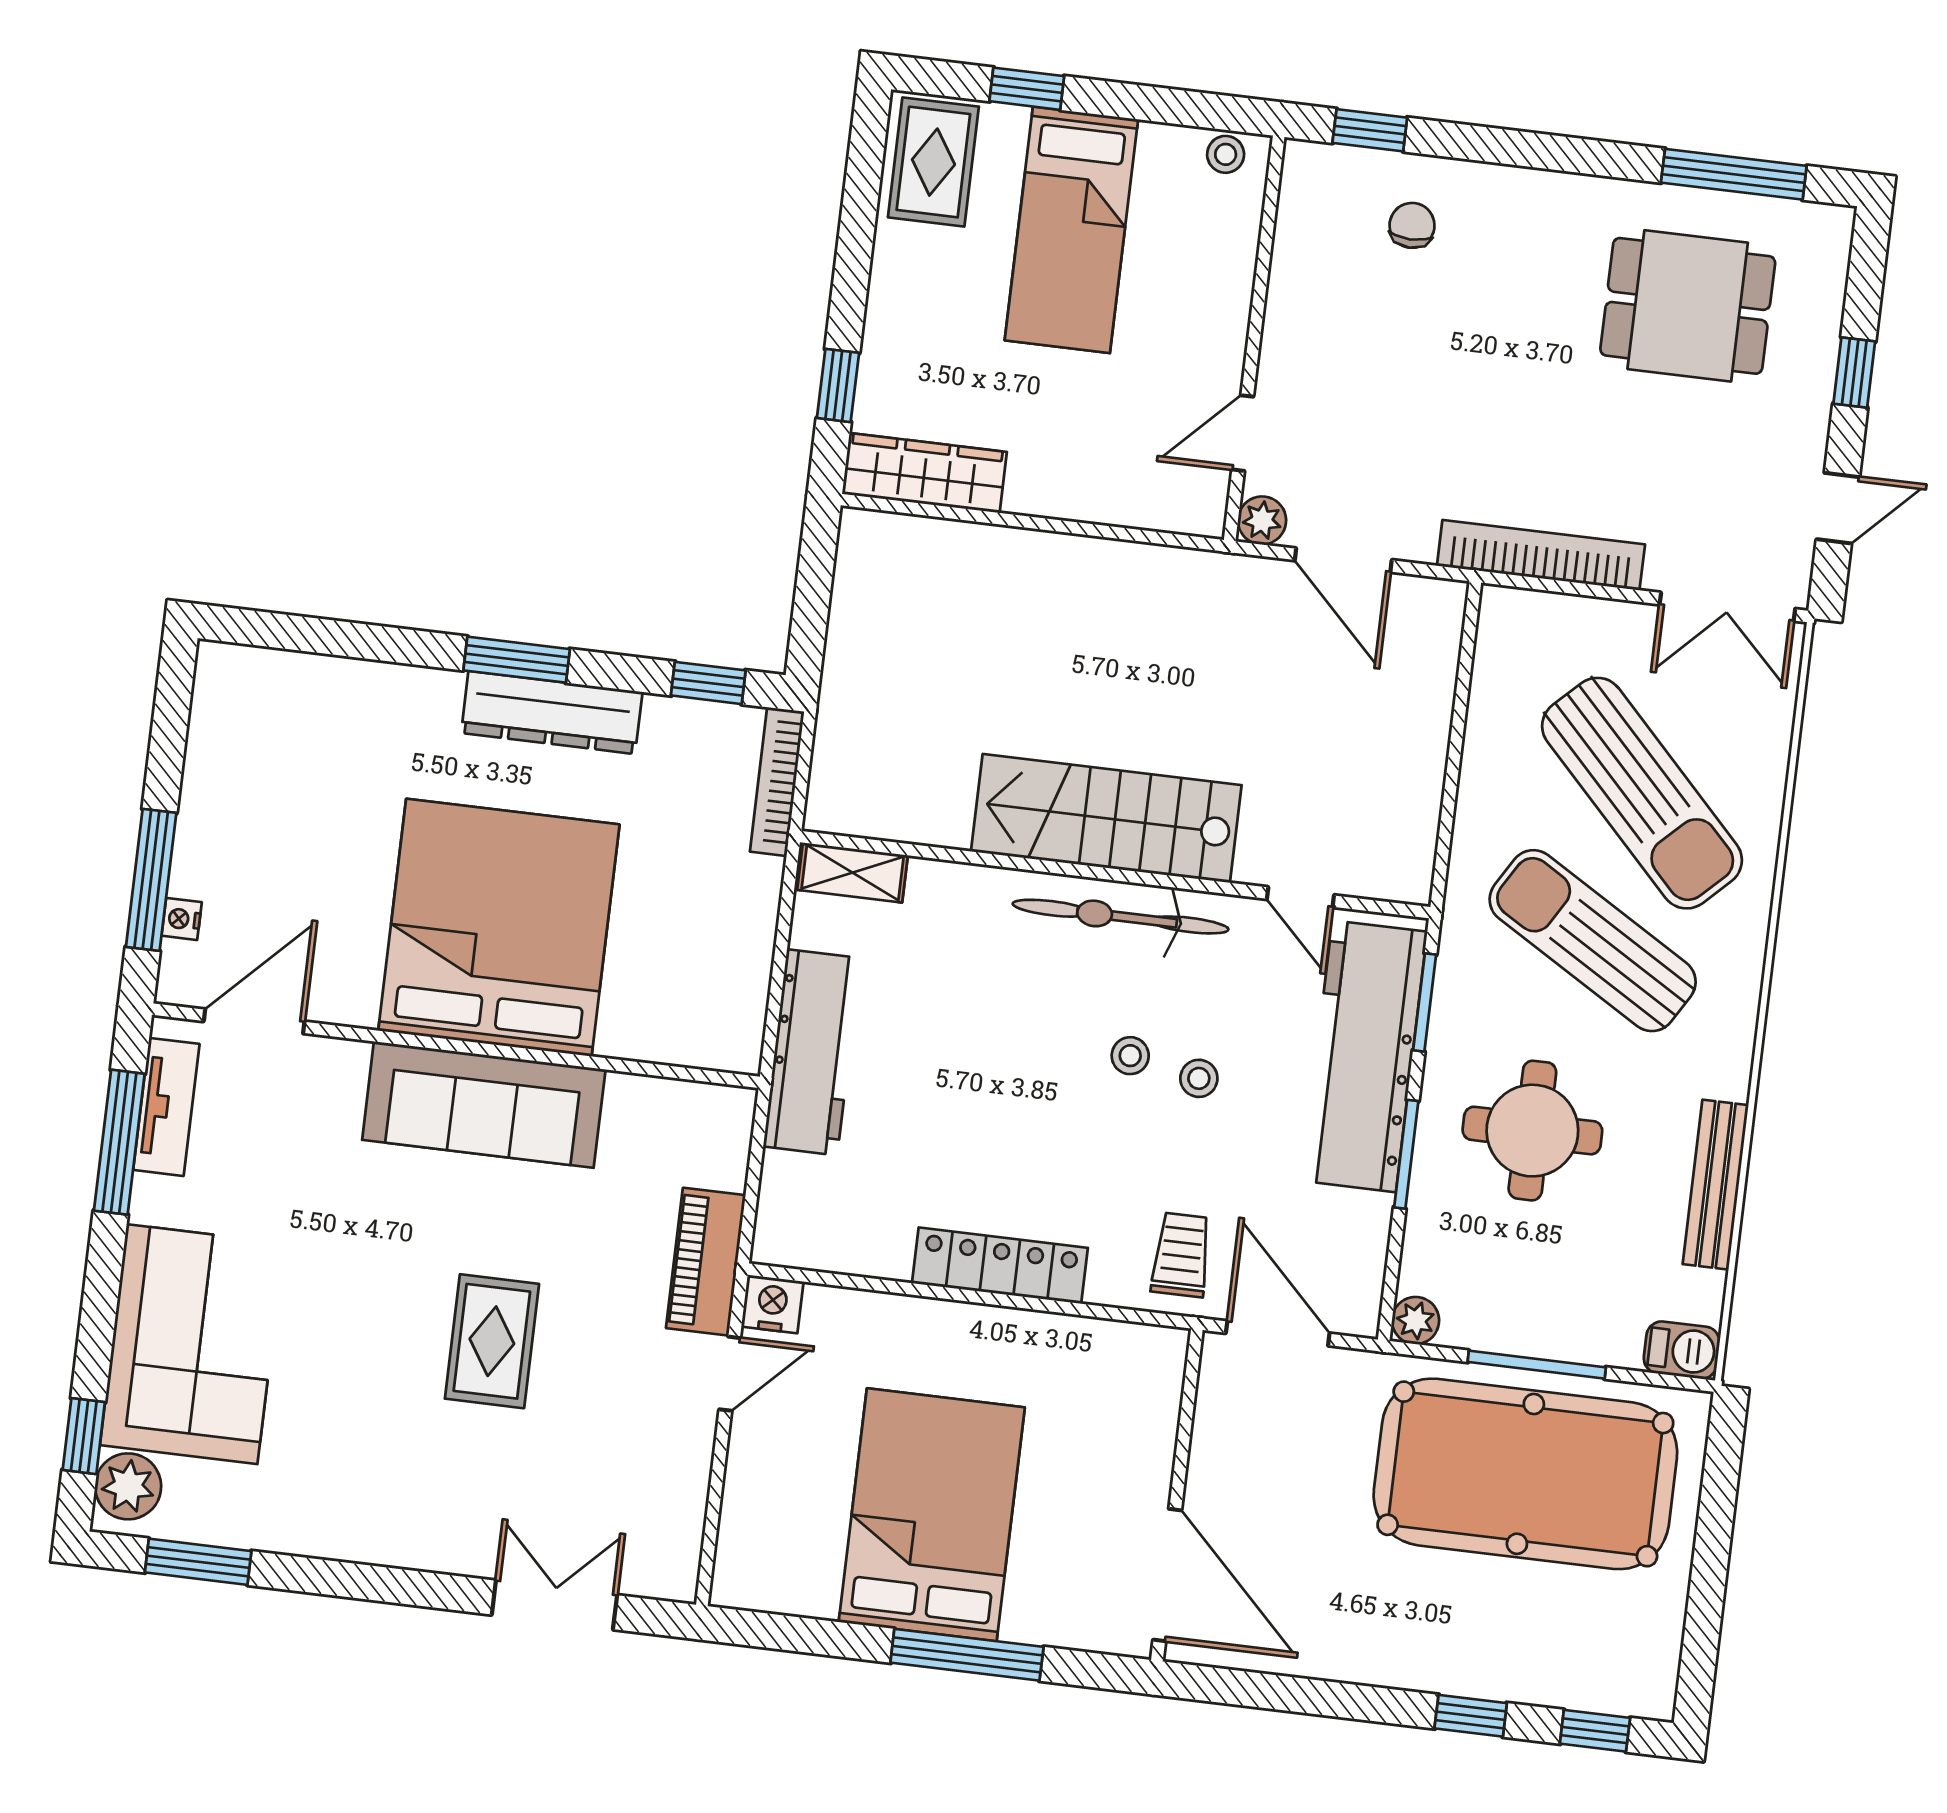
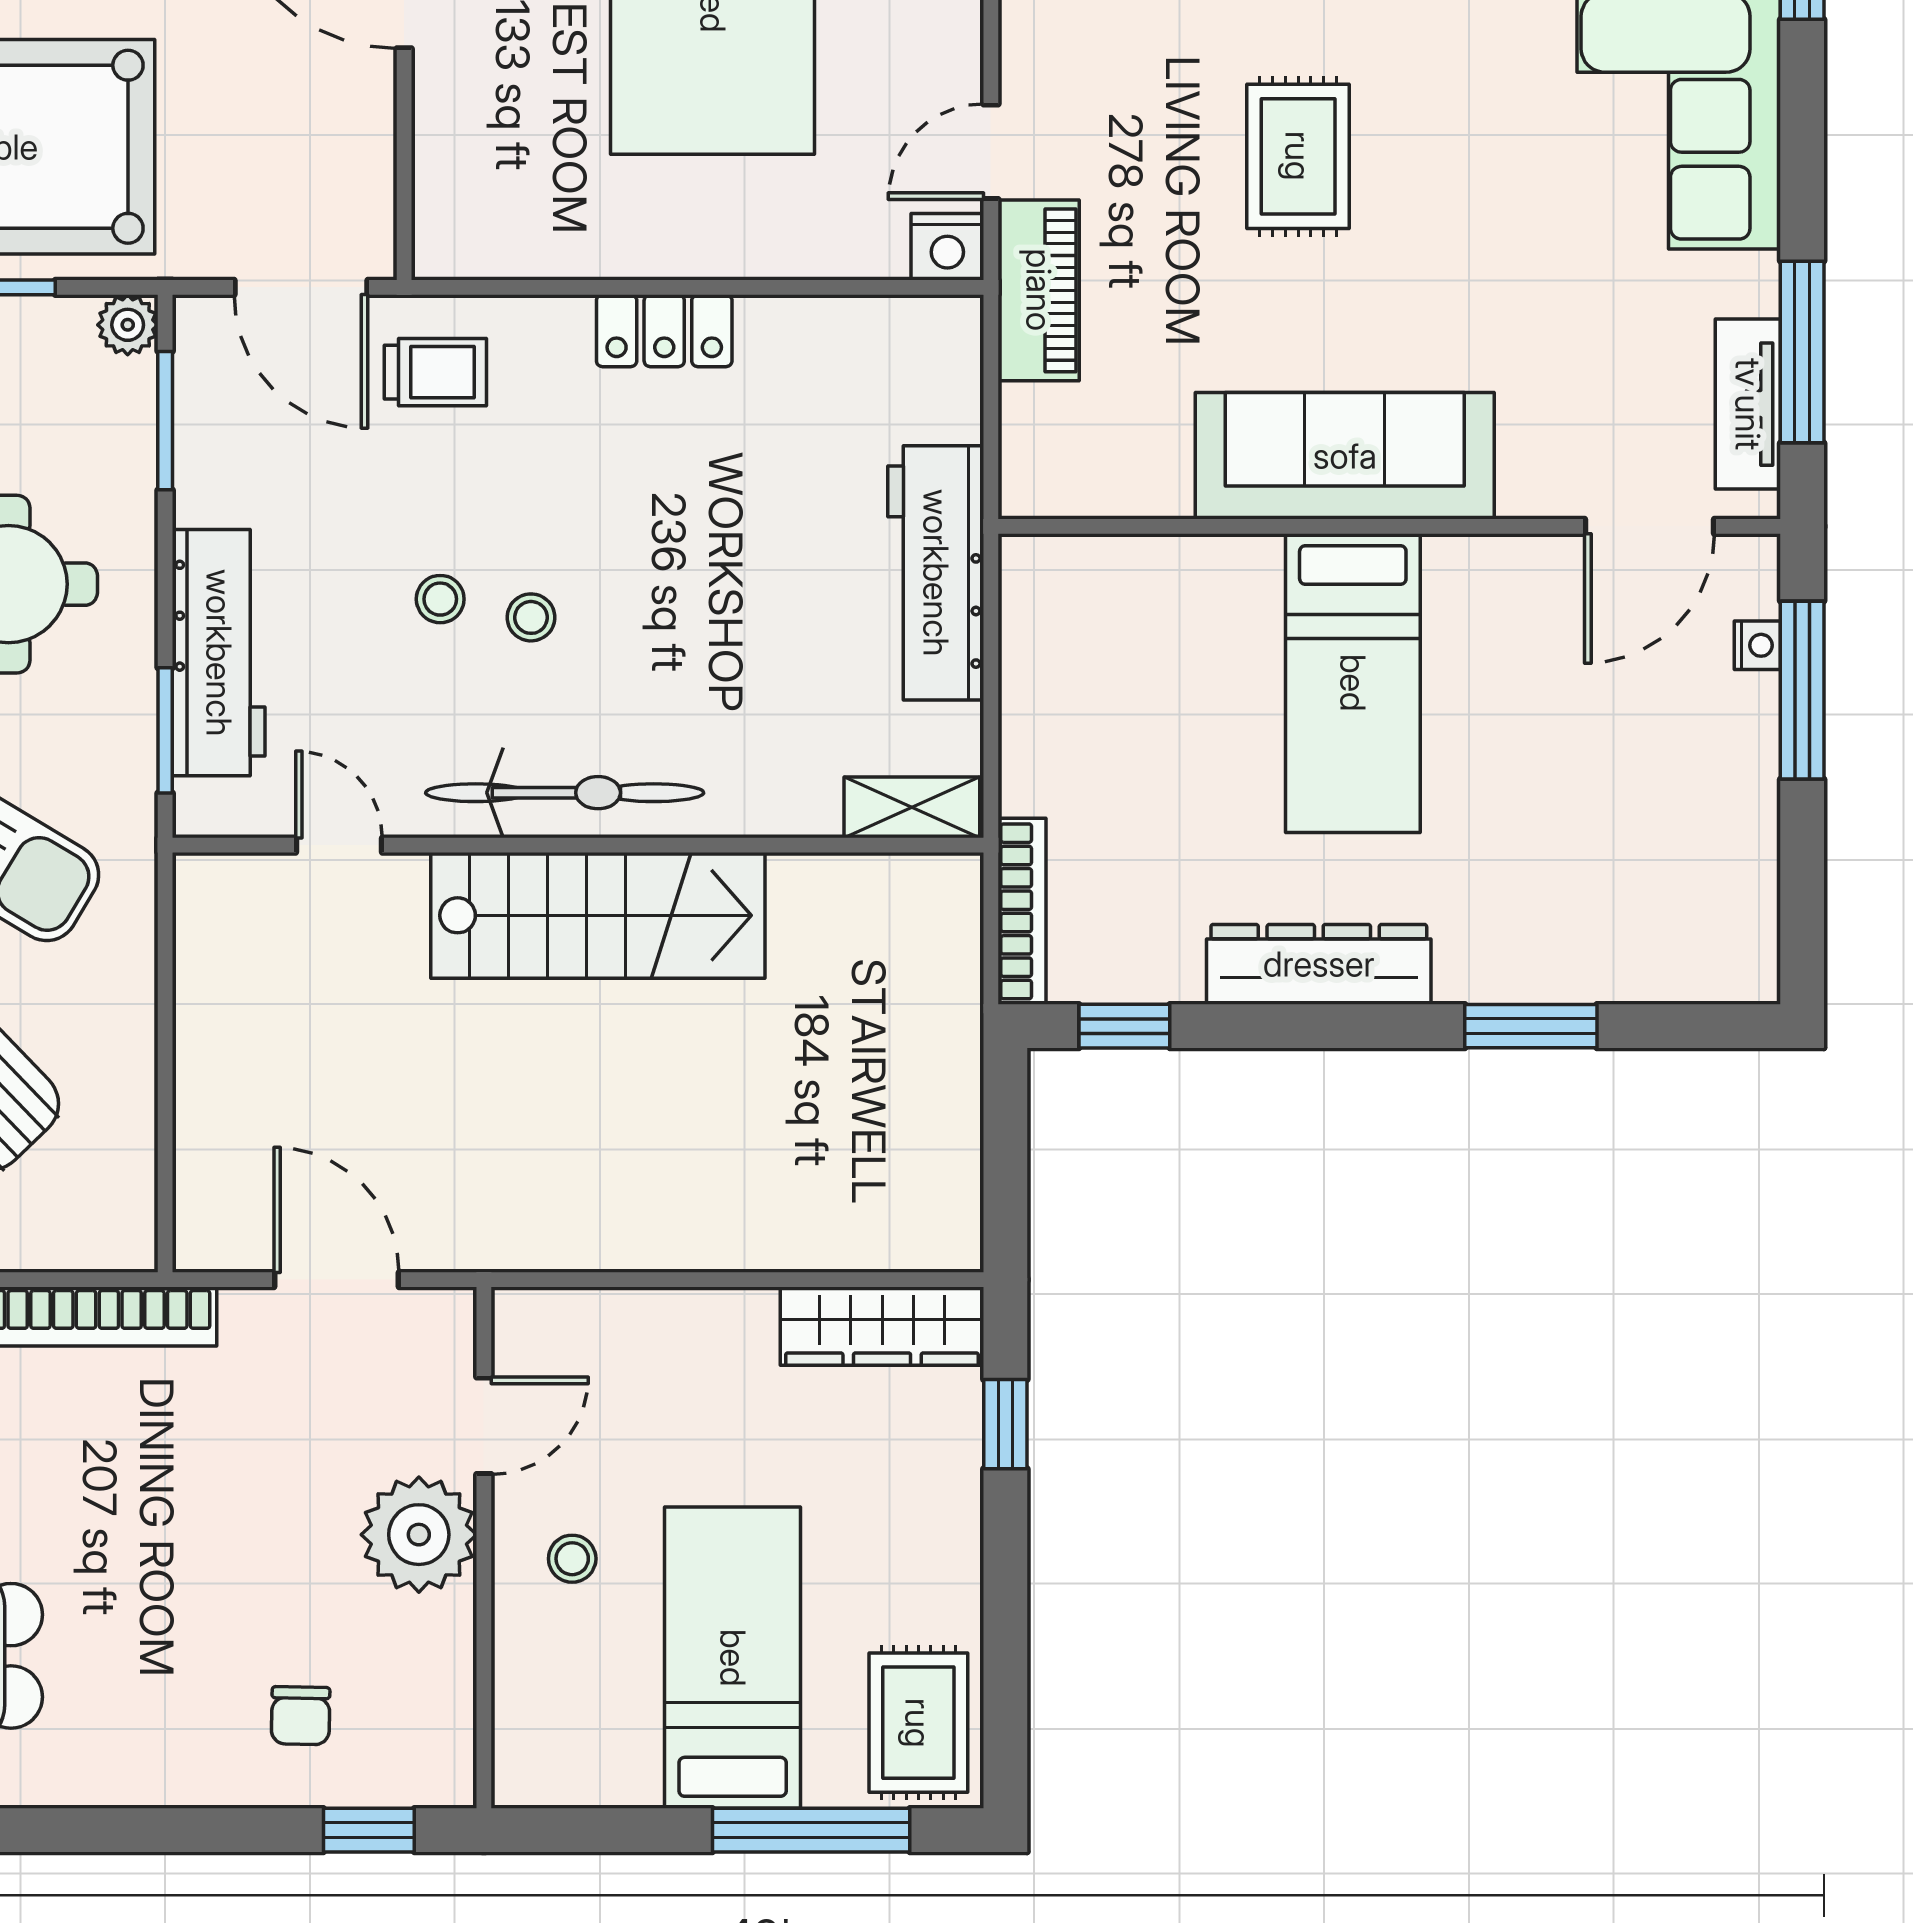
window: (1027, 89) -> (811, 1830), width x2.17
stool: (1226, 154) -> (572, 1559), moved
plant: (1262, 520) -> (419, 1535), moved, width x1.87, depth x1.87
window: (517, 660) -> (1531, 1026), moved
bed: (499, 928) -> (1353, 683), width x0.49
workbench: (1364, 1056) -> (219, 653), width x0.73, depth x0.76
window: (1406, 1154) -> (165, 421), moved
trolley: (1181, 1255) -> (435, 372), turned -90
locker: (1000, 1266) -> (664, 331), width x0.66

